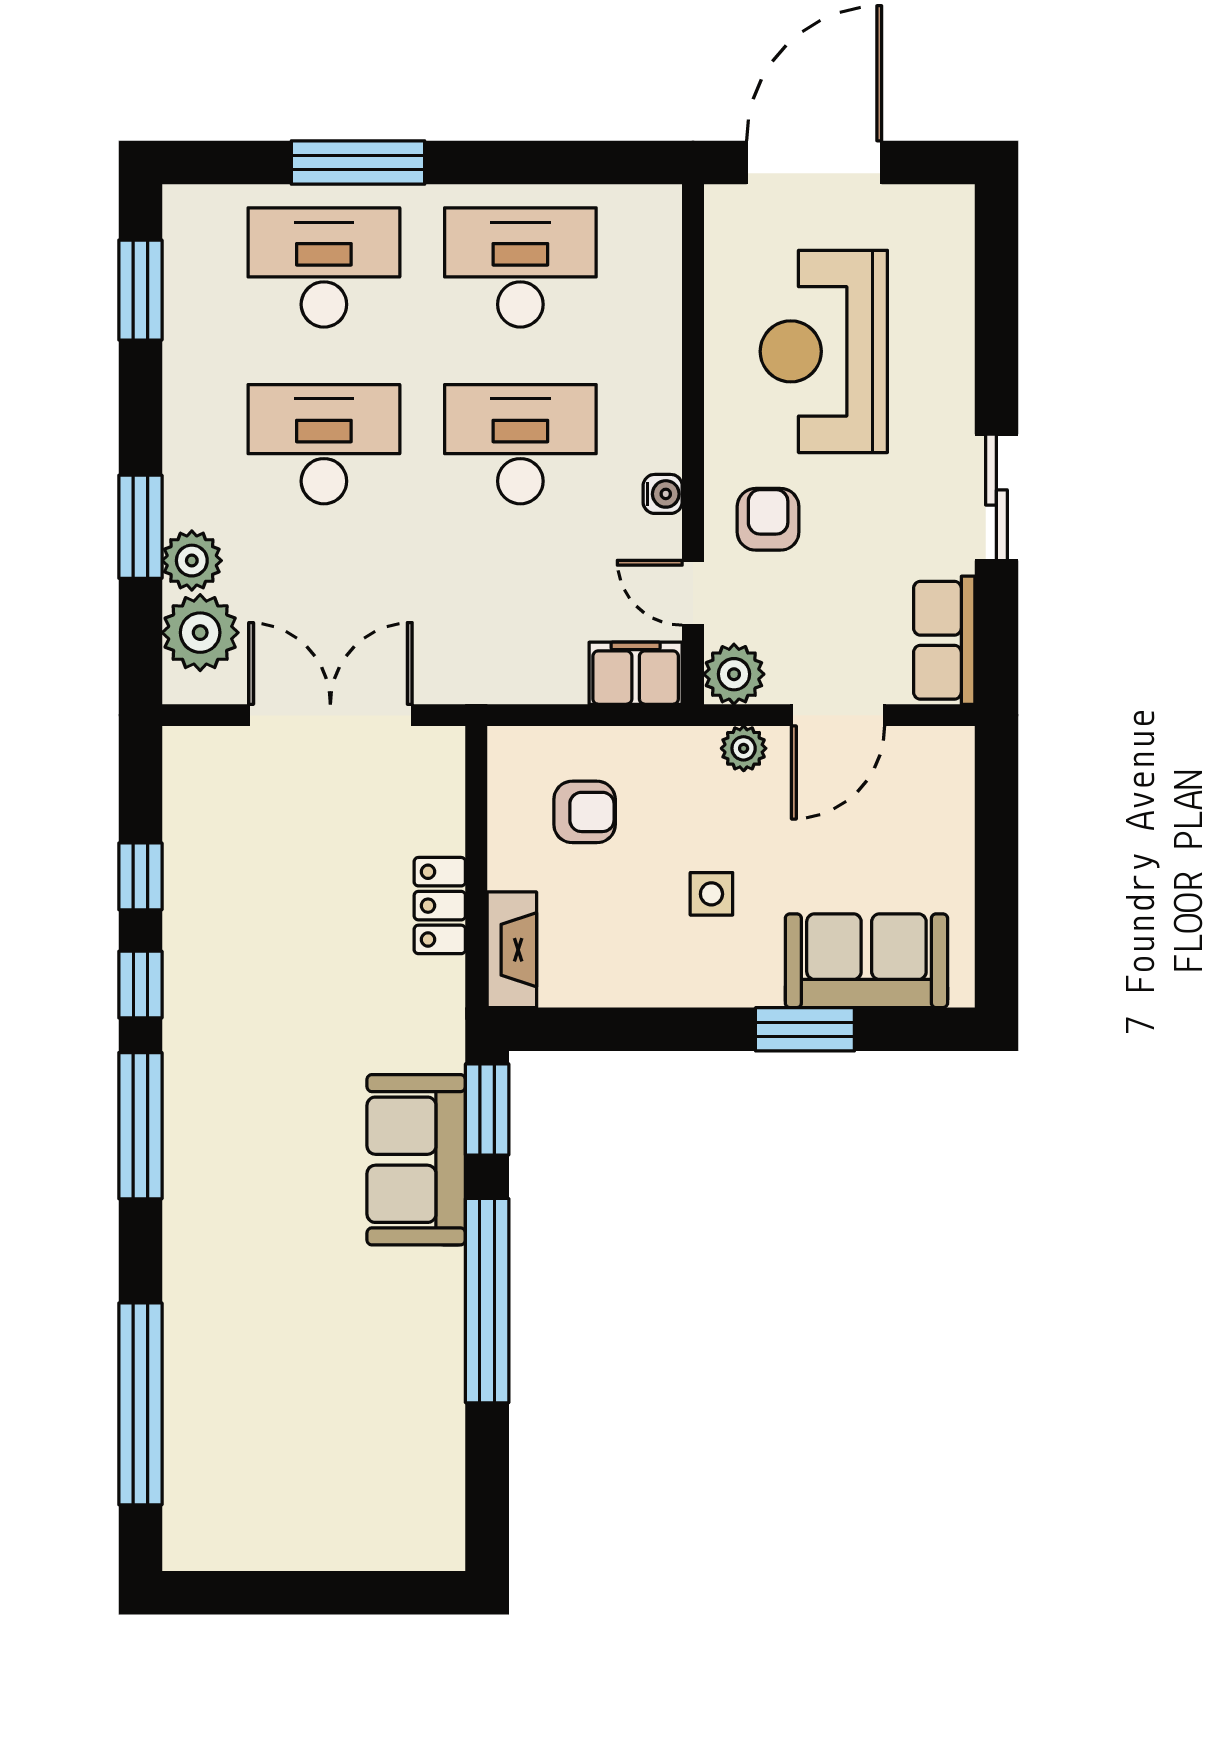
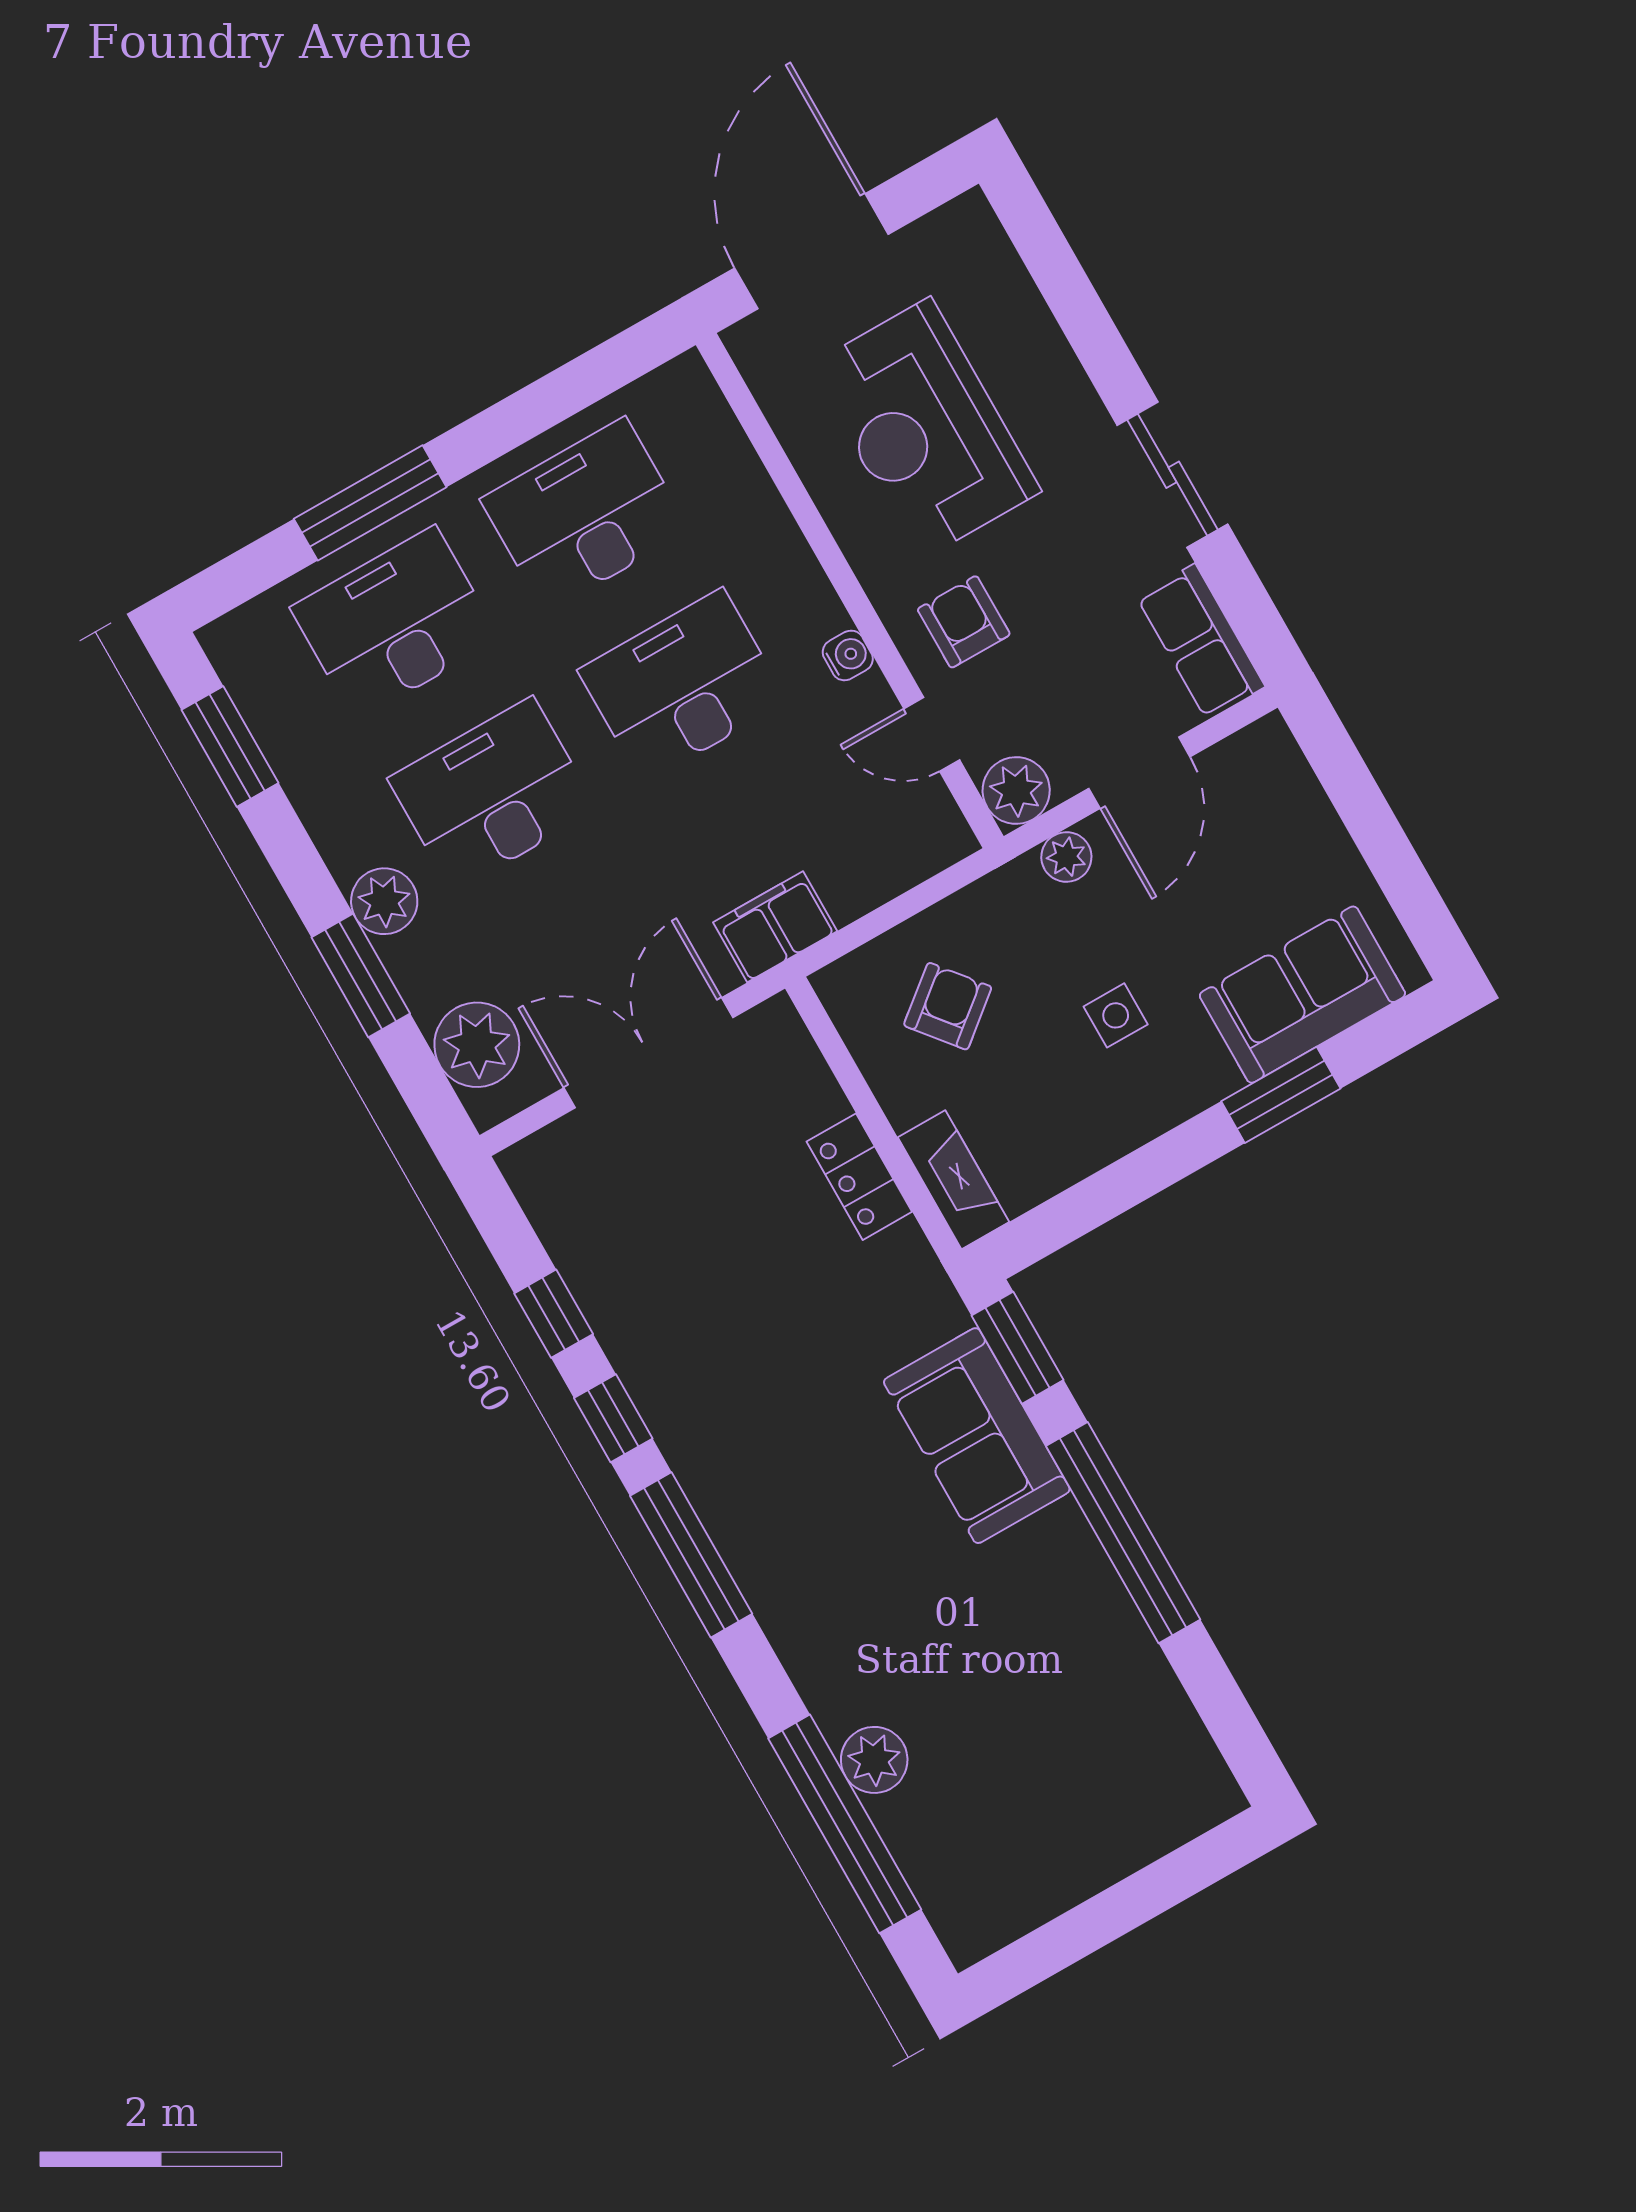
plant: (192, 561) -> (384, 901), moved
filing cabinet: (636, 673) -> (775, 927), moved
armchair: (585, 812) -> (948, 1006), turned -39
plant: (192, 1367) -> (874, 1760), added

